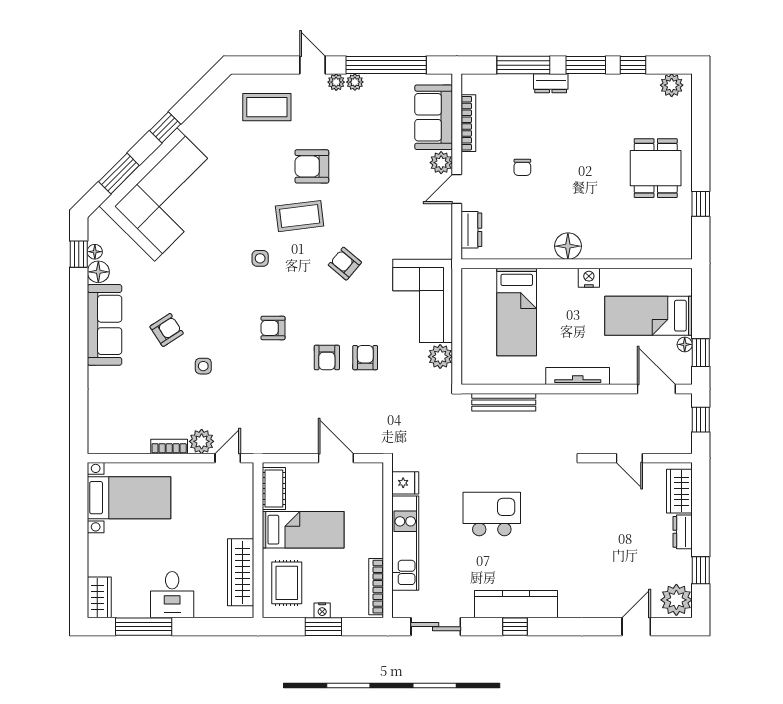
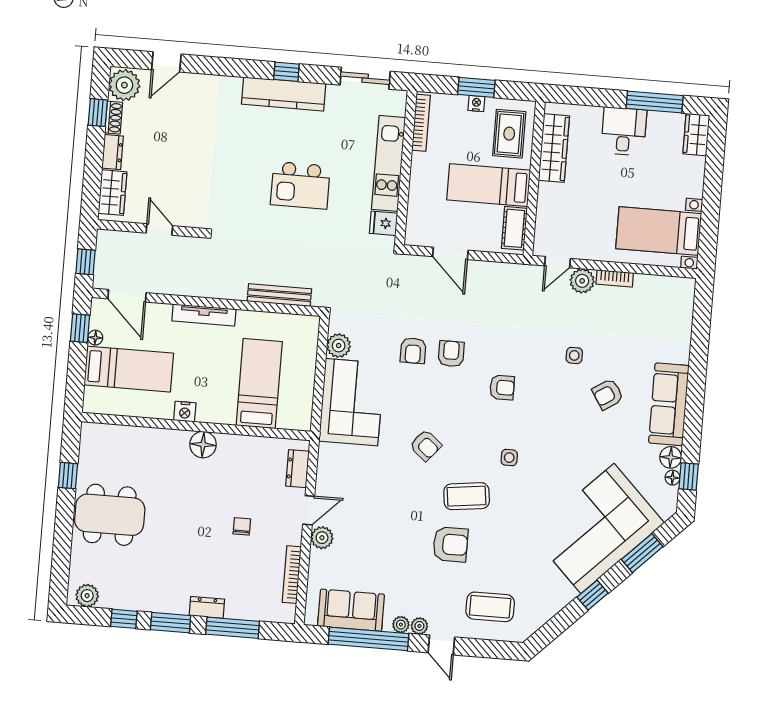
sofa: (434, 117) -> (351, 610), moved, turned -90
dining table: (656, 168) -> (110, 515), width x1.37
shoe rack: (684, 566) -> (114, 118), added

